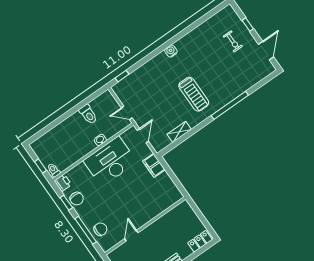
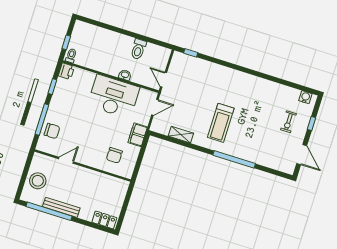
water cooler: (171, 51) -> (305, 97), moved
door: (266, 51) -> (302, 155), hinge flipped
chair: (77, 199) -> (114, 155), moved

